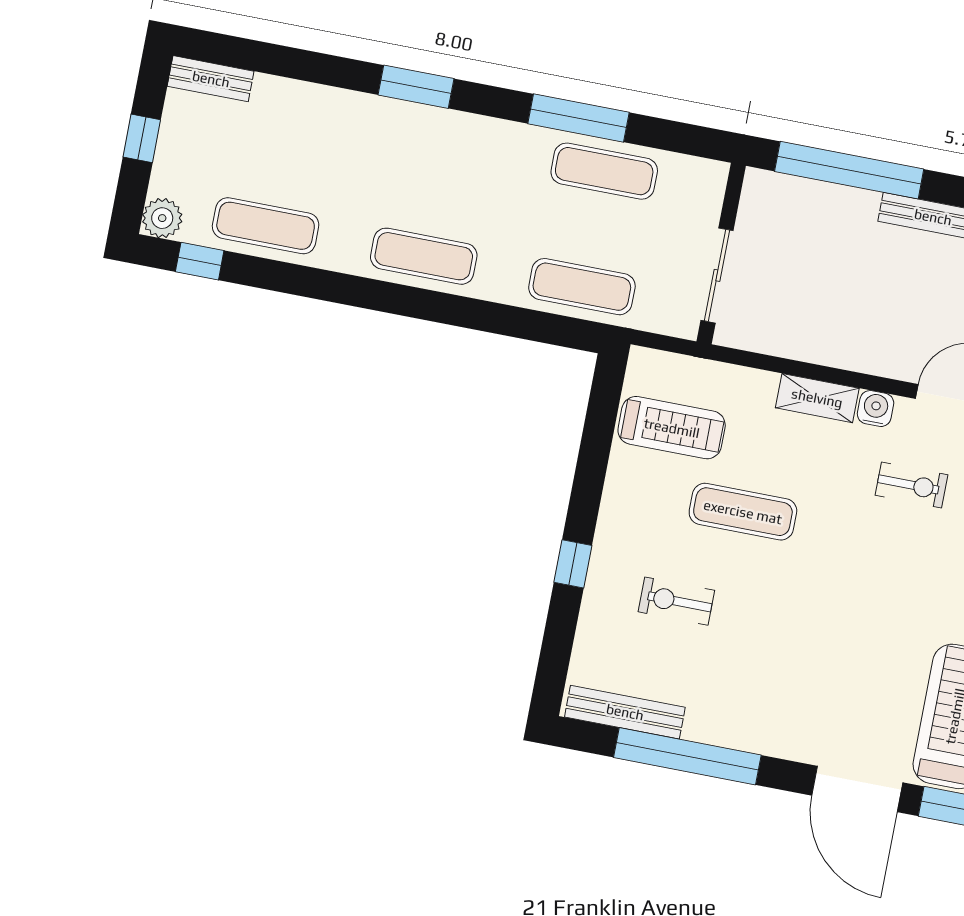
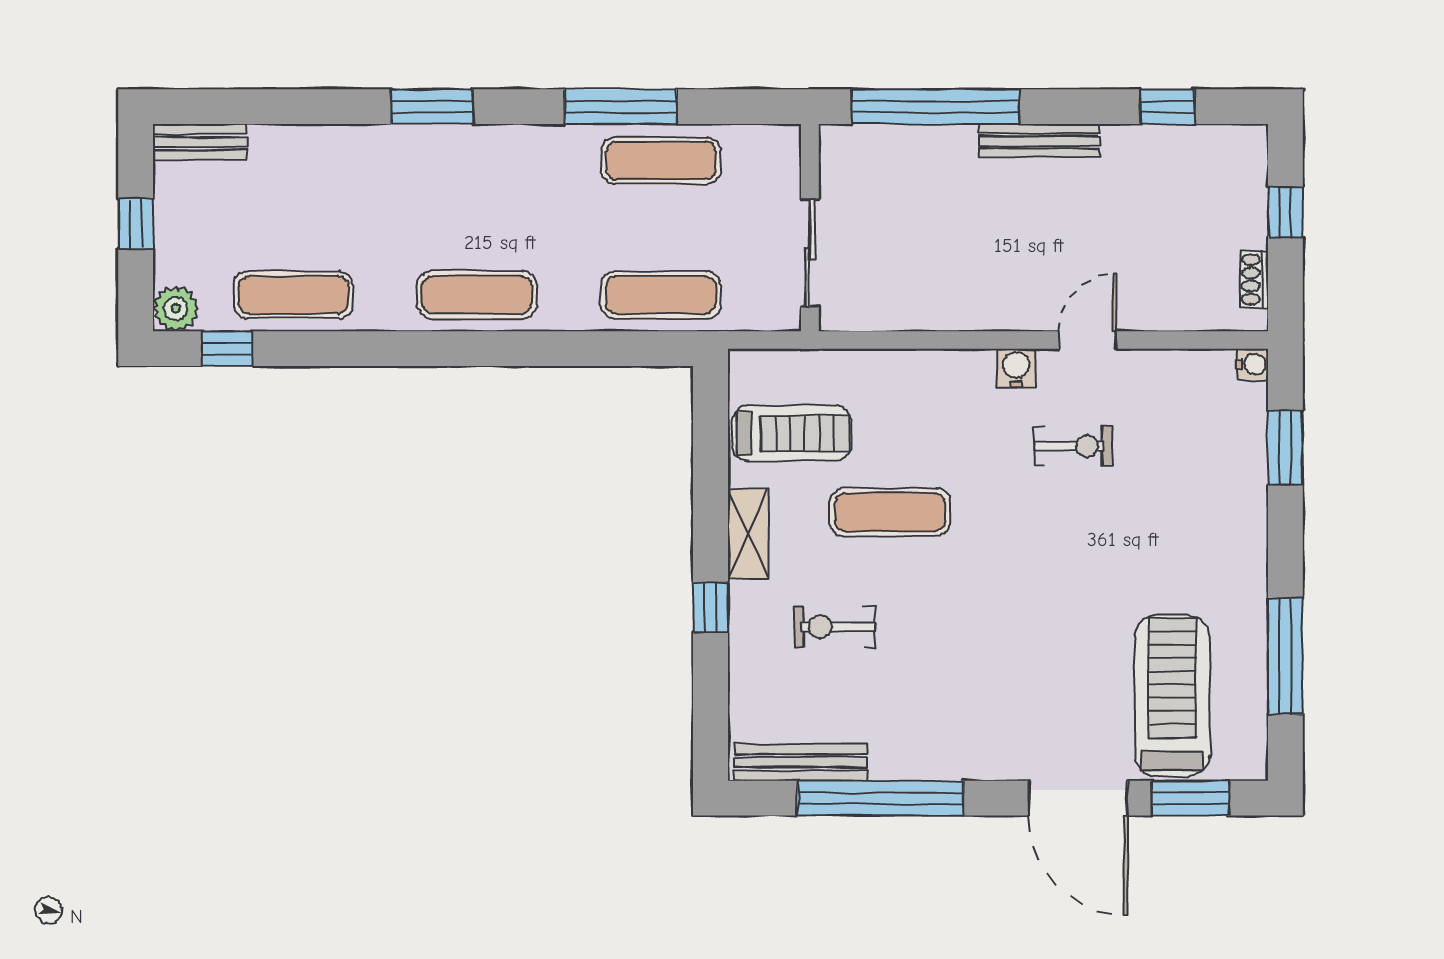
shelving: (817, 398) -> (748, 534), moved, turned 90

